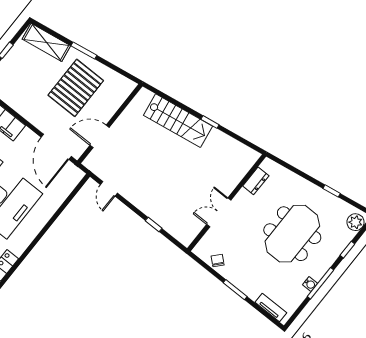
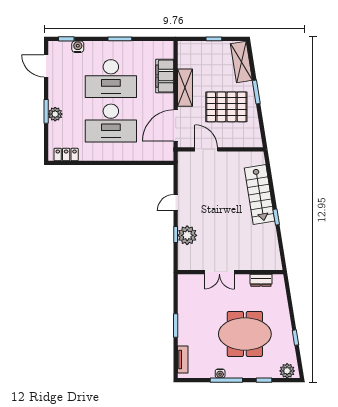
shelving: (29, 111) -> (185, 88), added
door: (109, 189) -> (176, 203), moved
double door: (219, 212) -> (219, 272), swing flipped
plant: (163, 215) -> (187, 235), added
chair: (218, 261) -> (186, 298), removed

